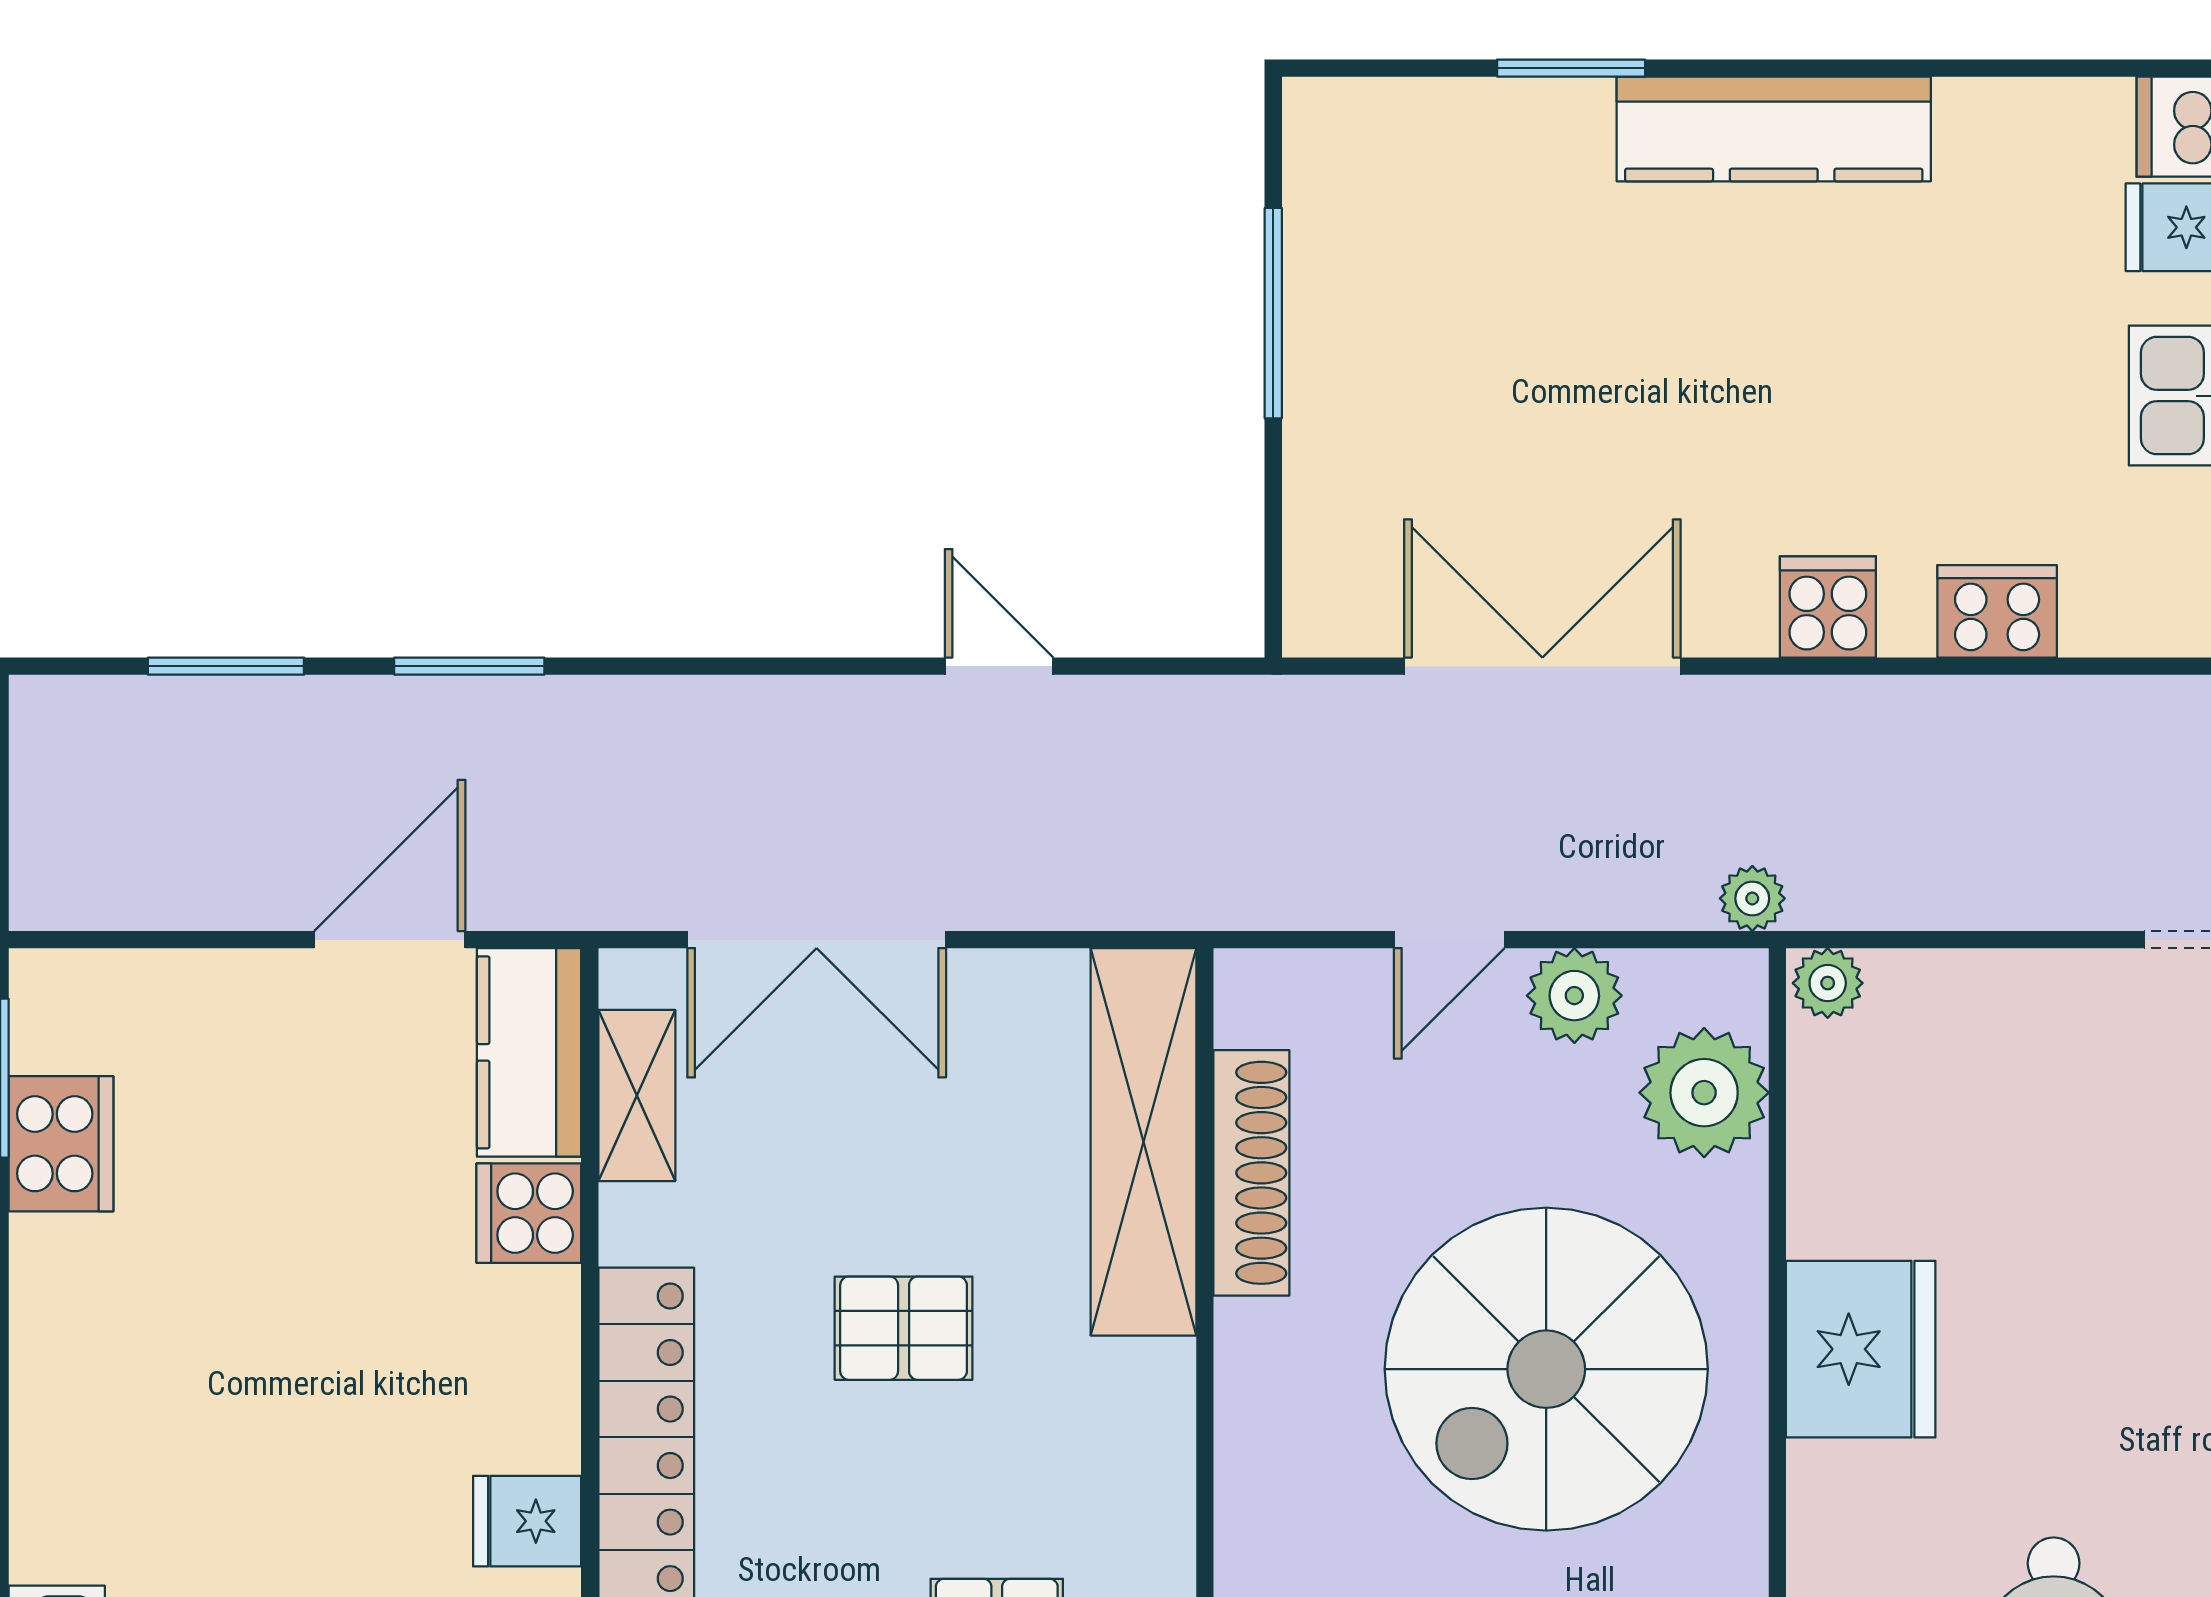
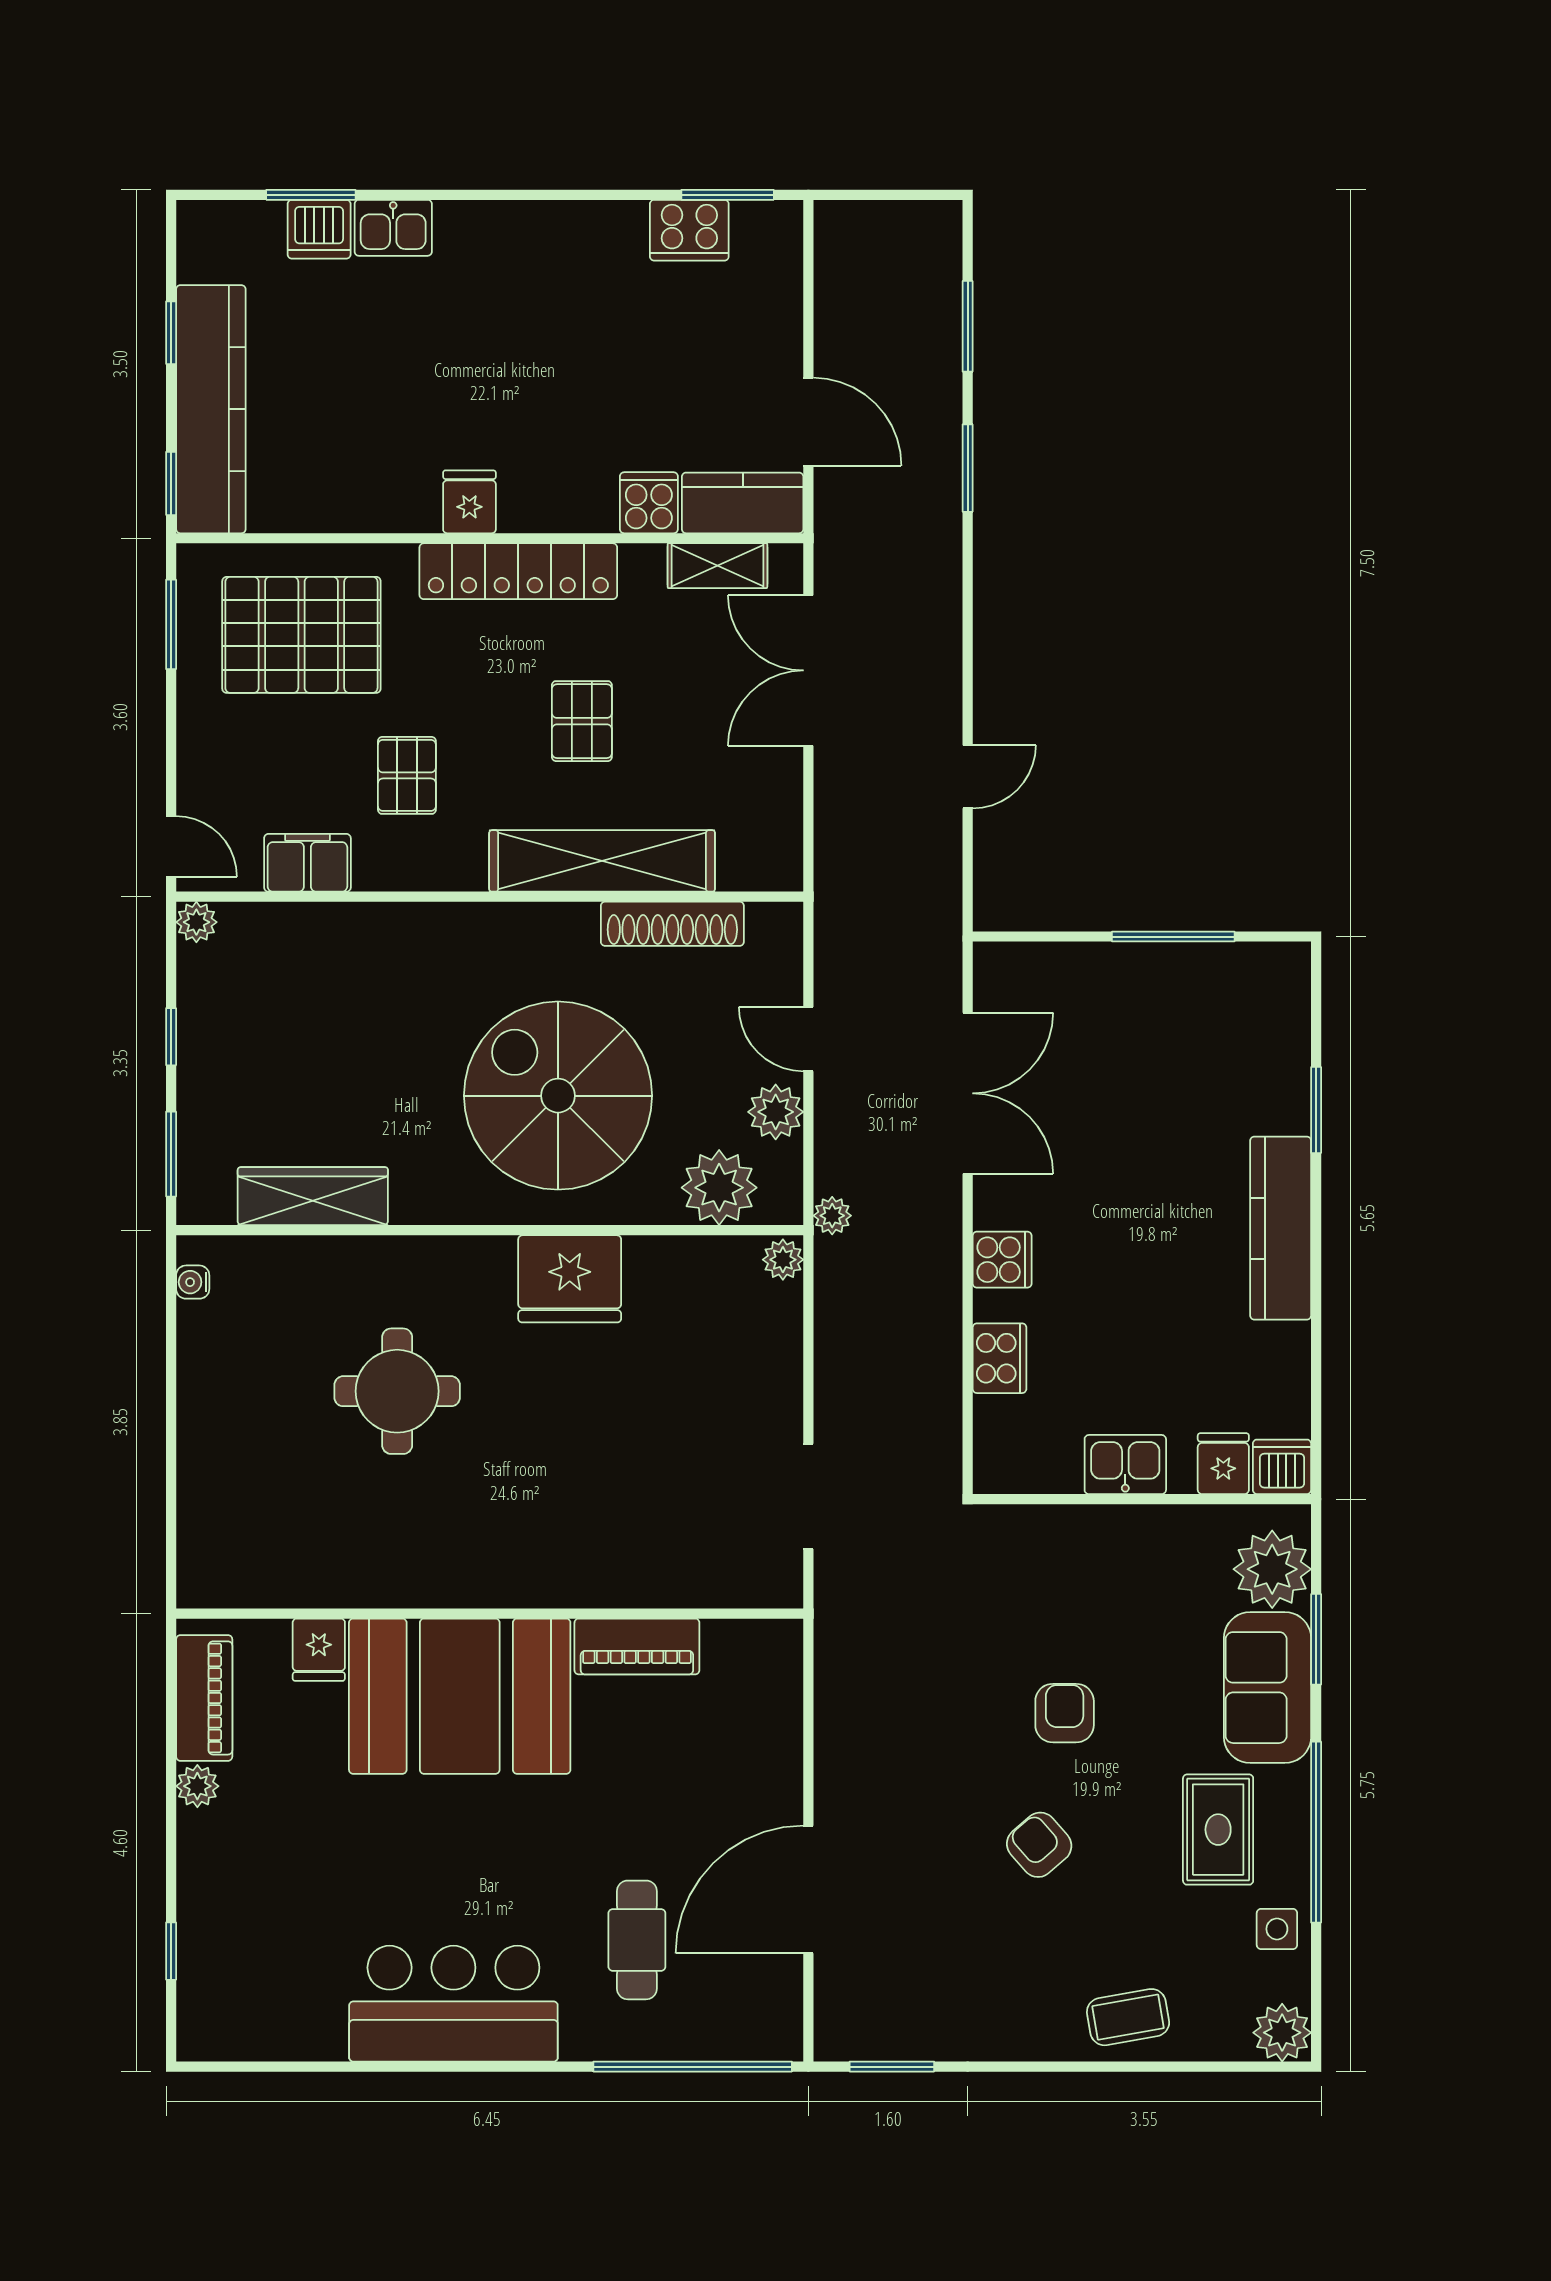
shelving: (1144, 1142) -> (602, 861), moved

